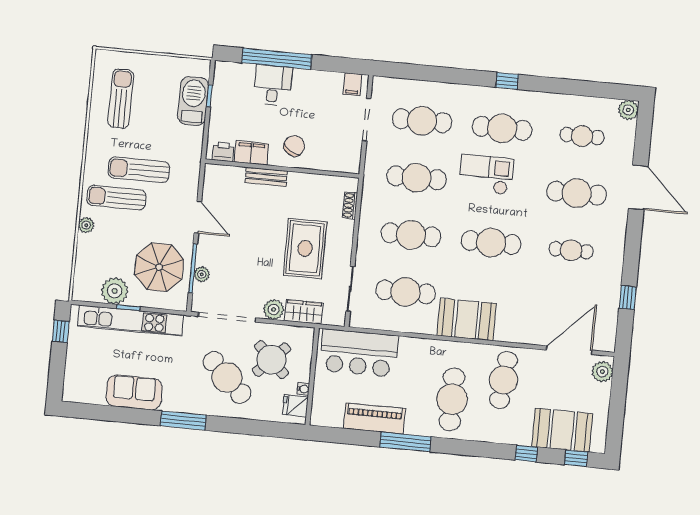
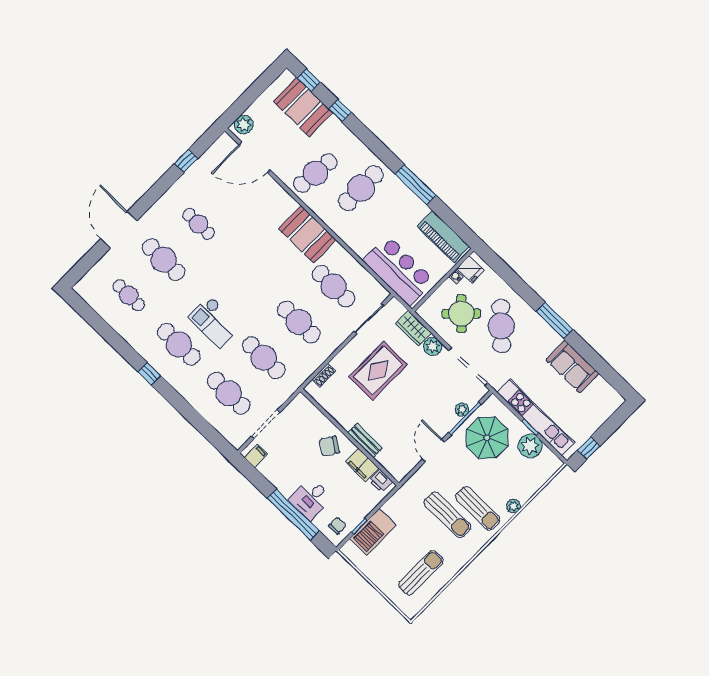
chair: (229, 81) -> (337, 526), added
sun lounger: (121, 99) -> (421, 573), turned 180
plant: (628, 110) -> (83, 288), removed
cafe table: (491, 243) -> (249, 273), removed
piano: (374, 418) -> (443, 237), moved

